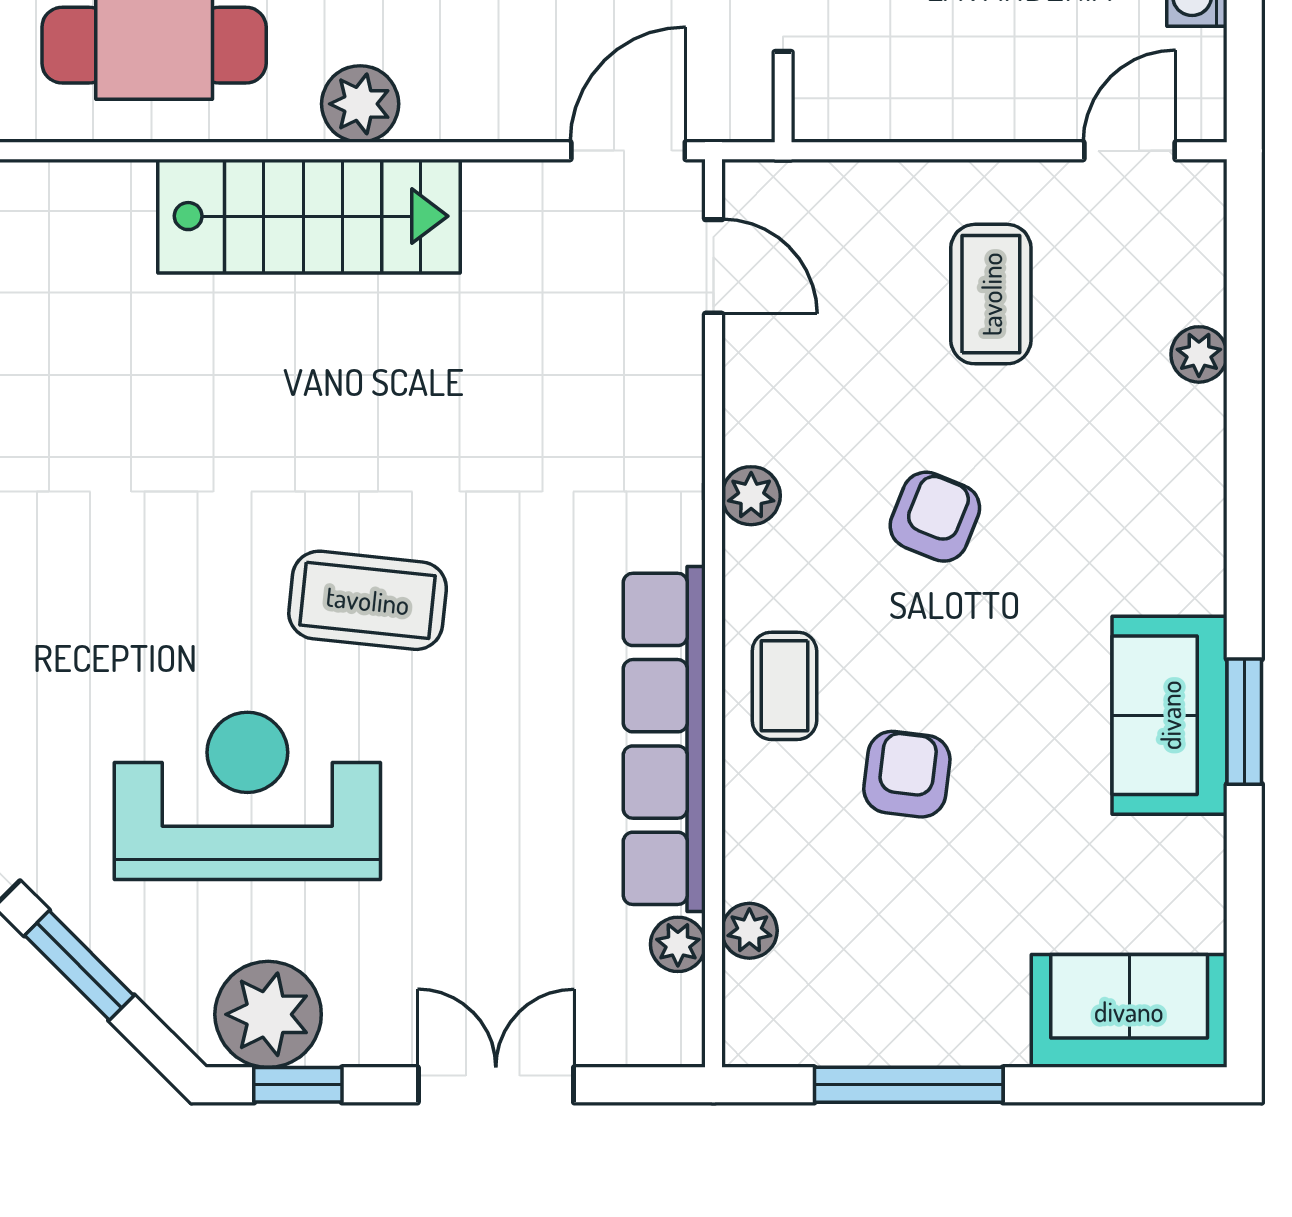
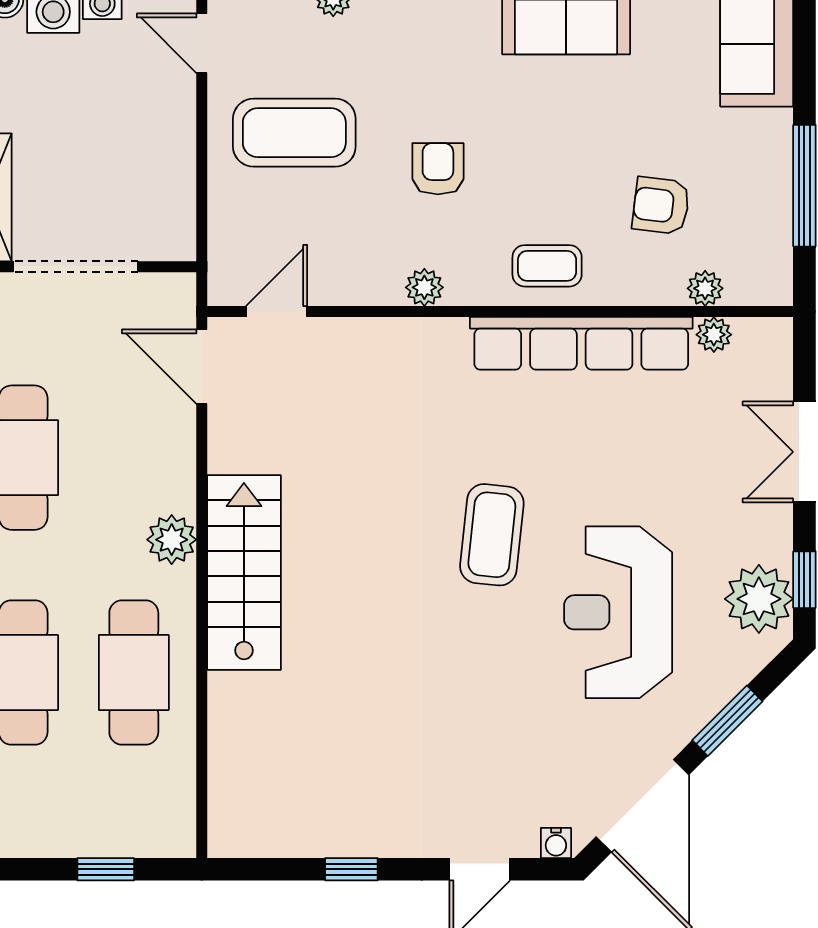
coffee table: (991, 294) -> (294, 133), width x1.36, depth x1.32
armchair: (935, 517) -> (438, 169), turned 68
armchair: (907, 774) -> (661, 206), moved

